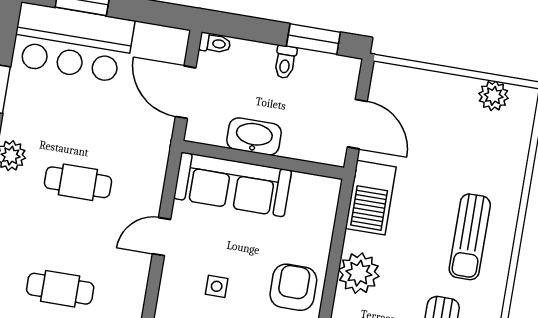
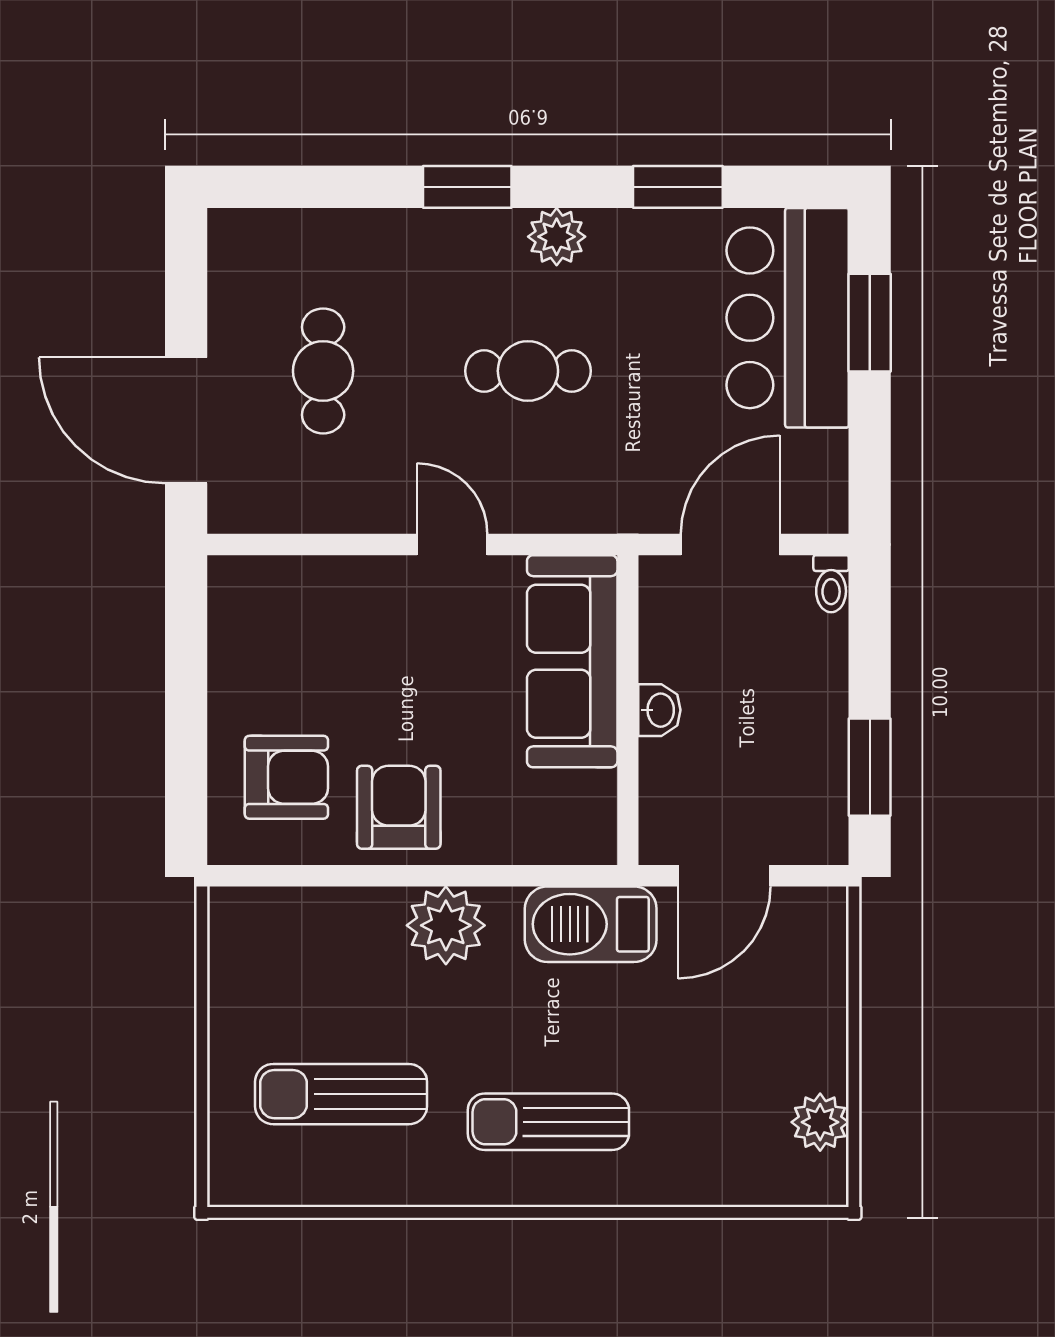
toilet: (285, 62) -> (818, 721), removed
washbasin: (254, 136) -> (659, 710), width x0.52, depth x0.69
cafe table: (78, 182) -> (528, 371), turned 90
side table: (217, 286) -> (376, 663), removed
armchair: (293, 287) -> (399, 807), turned -90

